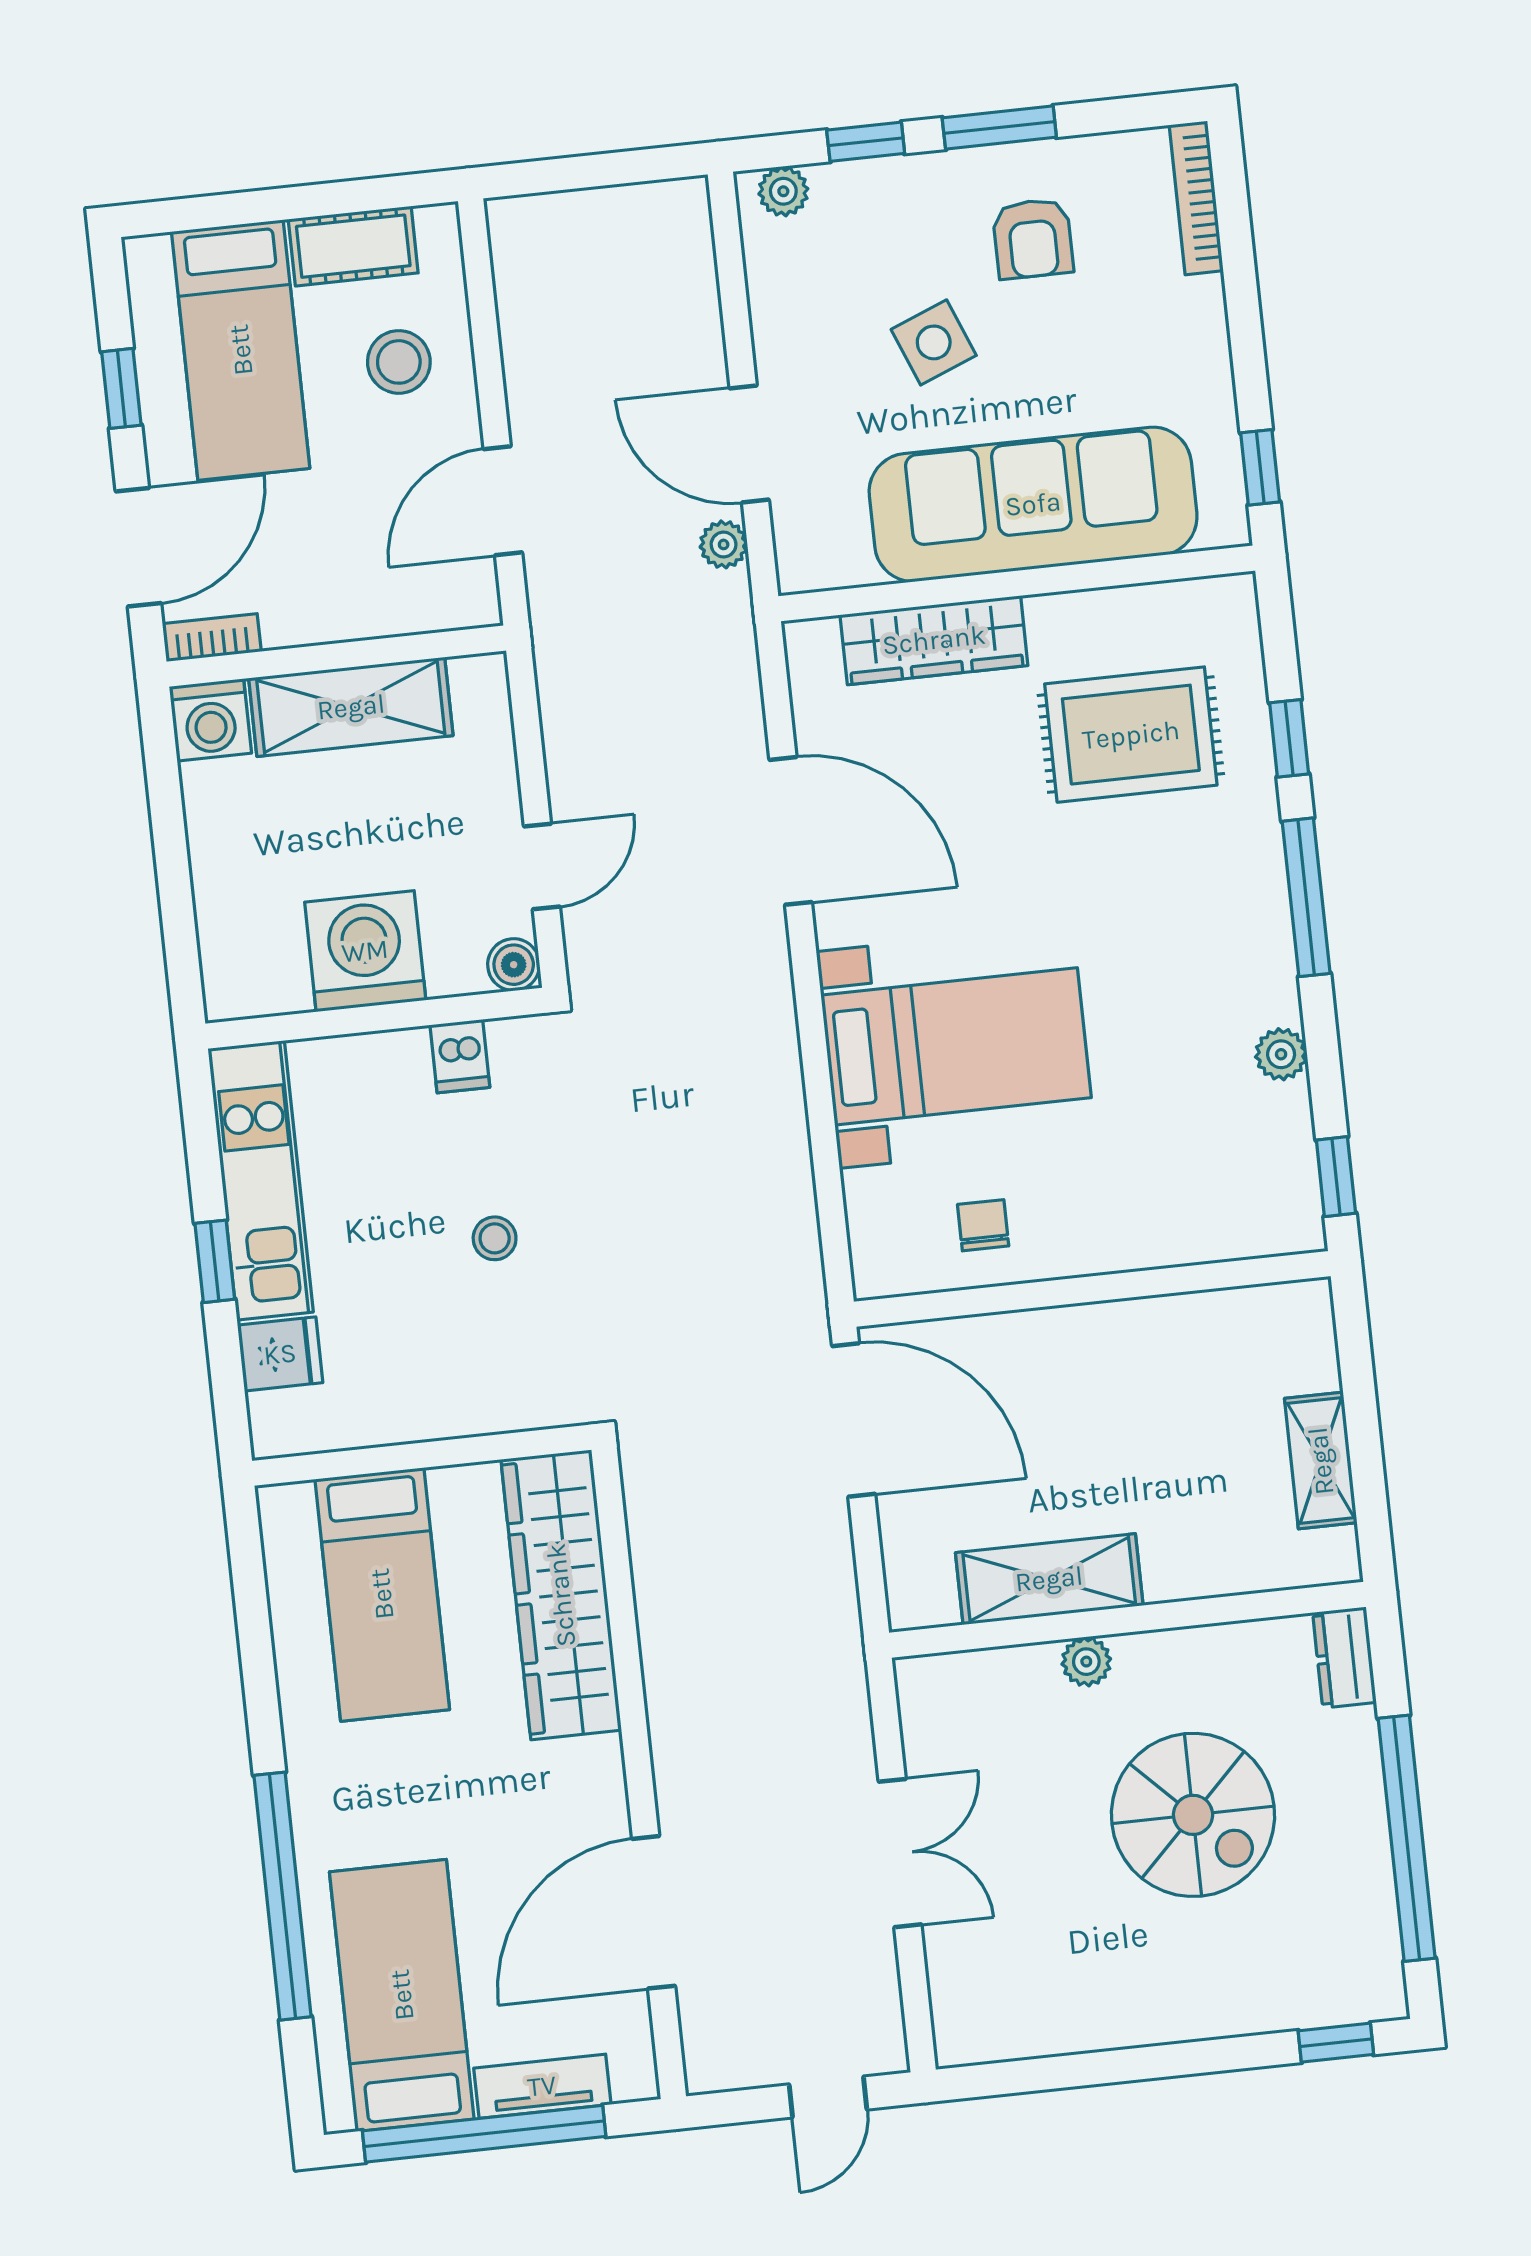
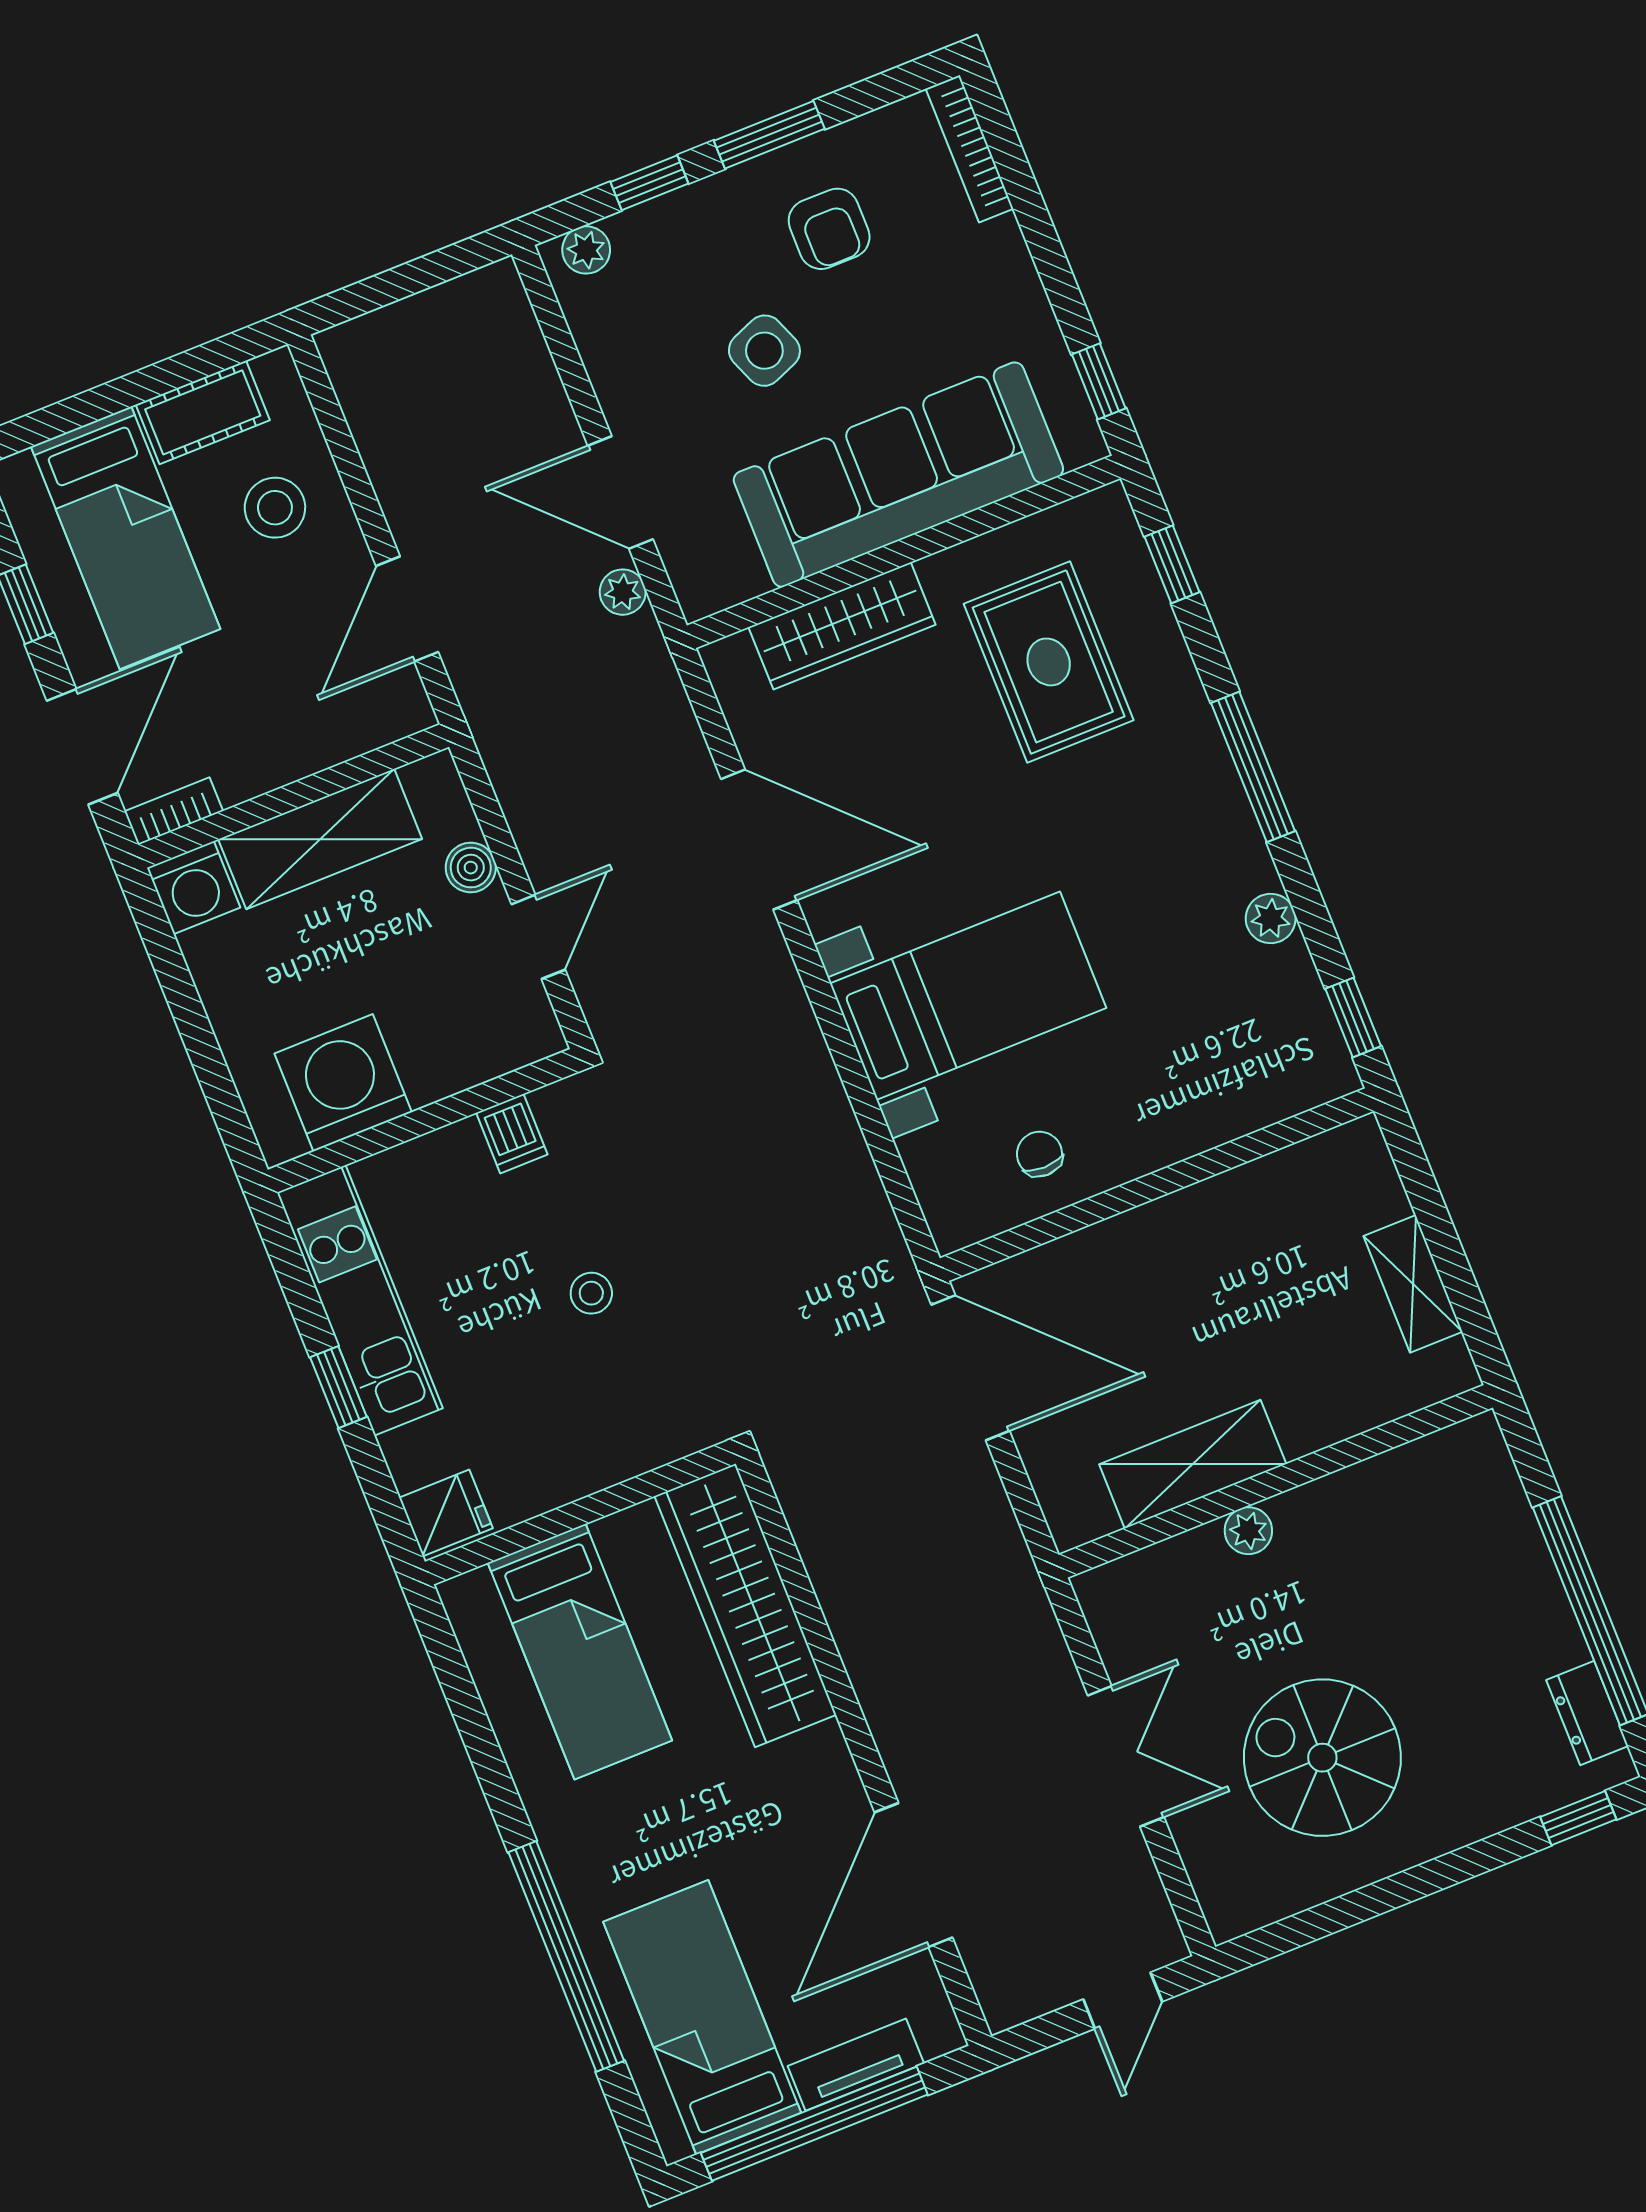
rug: (1131, 735) -> (1049, 662), turned 90
window: (1289, 738) -> (1172, 564), moved
washing machine: (365, 951) -> (343, 1083), moved
boiler: (514, 965) -> (471, 868), moved
fridge: (280, 1354) -> (446, 1513), moved
dresser: (1344, 1658) -> (1587, 1713), moved
spiral stairs: (1193, 1815) -> (1322, 1758), moved, turned 180

